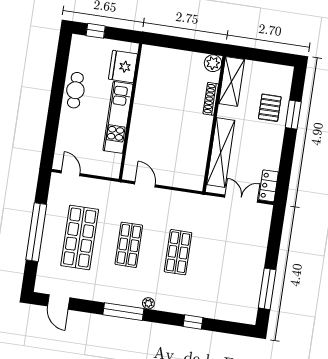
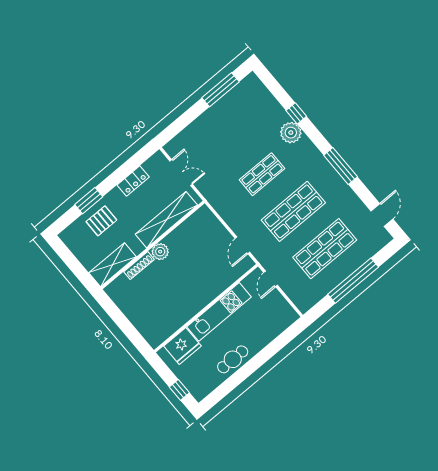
plant: (213, 63) -> (160, 252), moved
door: (71, 173) -> (271, 279), moved
locker: (269, 186) -> (133, 181), moved
double door: (241, 199) -> (181, 173), swing flipped
shop shelf: (129, 245) -> (293, 211), width x1.43, depth x1.36
plant: (148, 303) -> (291, 133), moved, width x1.87, depth x1.87

